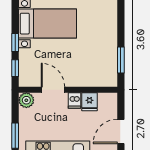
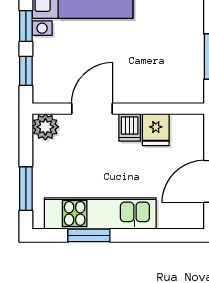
door: (53, 90) -> (92, 109), hinge flipped

